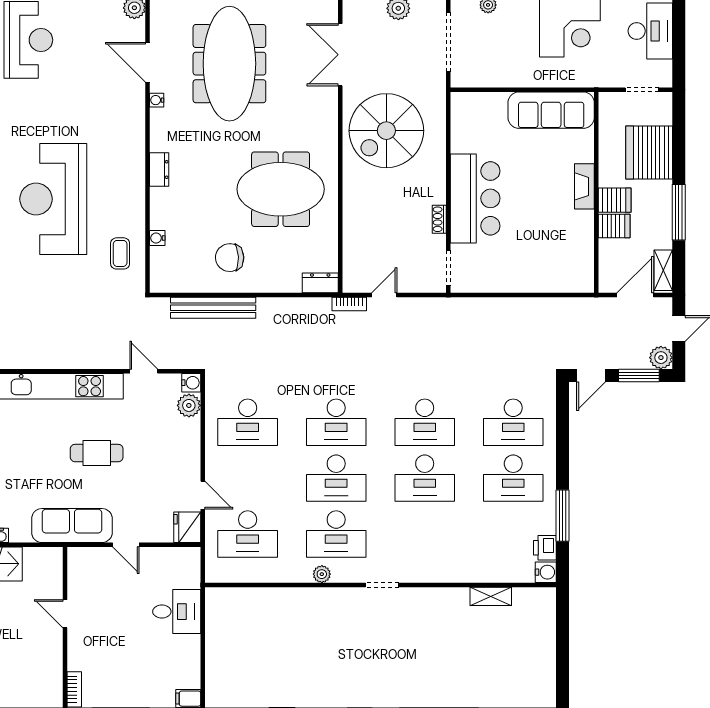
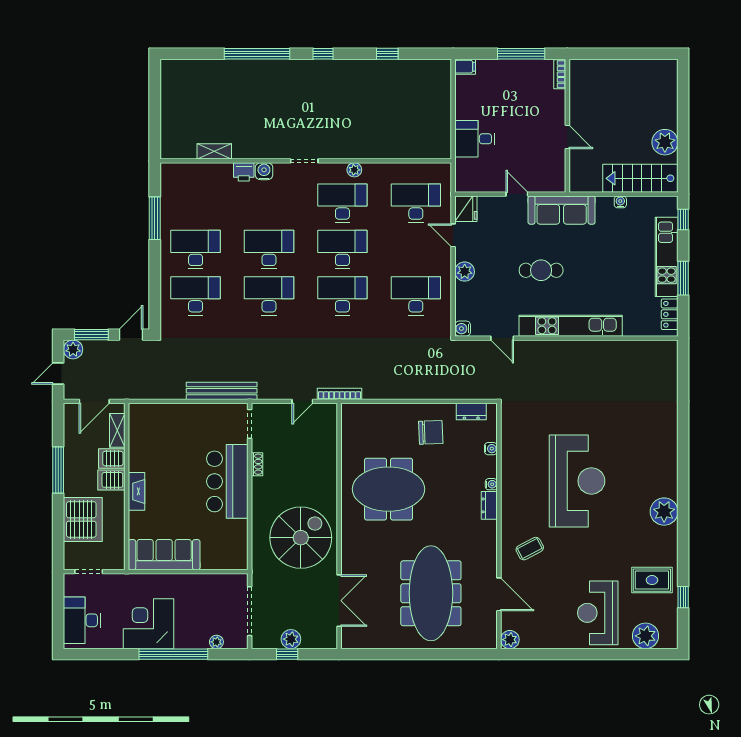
water cooler: (157, 100) -> (491, 484), moved
coffee table: (120, 253) -> (530, 549), moved, turned 62
shelving: (663, 270) -> (117, 430), moved
dresser: (320, 283) -> (471, 411), moved
bookcase: (349, 304) -> (339, 394), width x1.56
bench: (213, 308) -> (222, 391), moved
plant: (189, 405) -> (465, 272), moved
printer: (545, 548) -> (244, 172), moved, turned 90
water cooler: (546, 572) -> (264, 171), moved, turned 90

